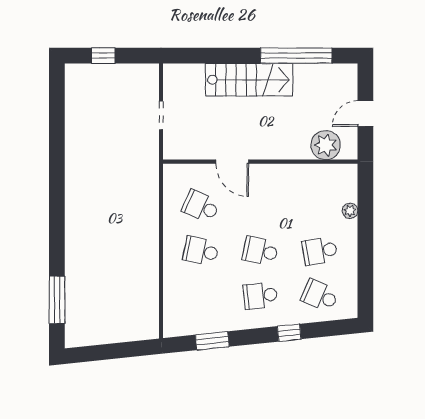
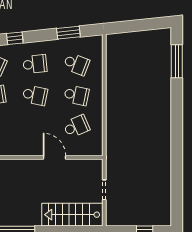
stairs: (249, 80) -> (72, 215), moved
school desk: (201, 206) -> (76, 126), turned -48
school desk: (201, 296) -> (76, 64), added

